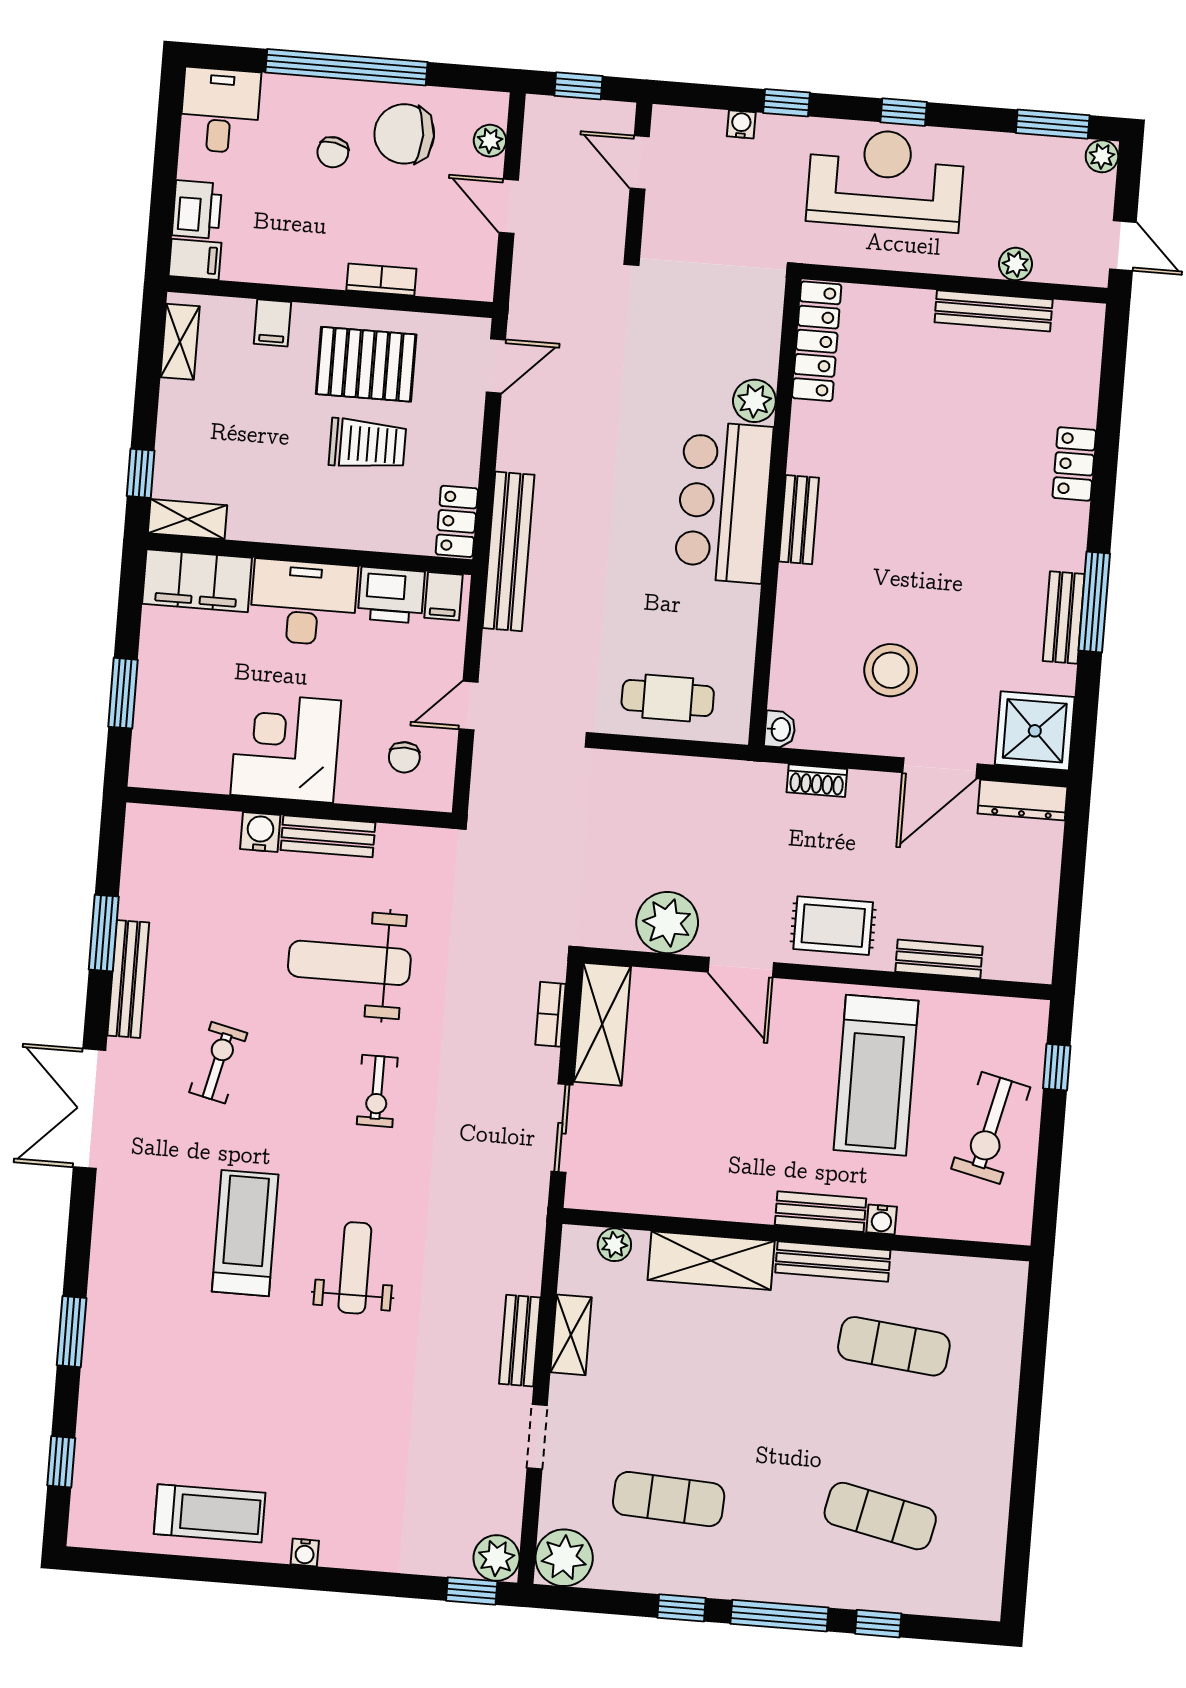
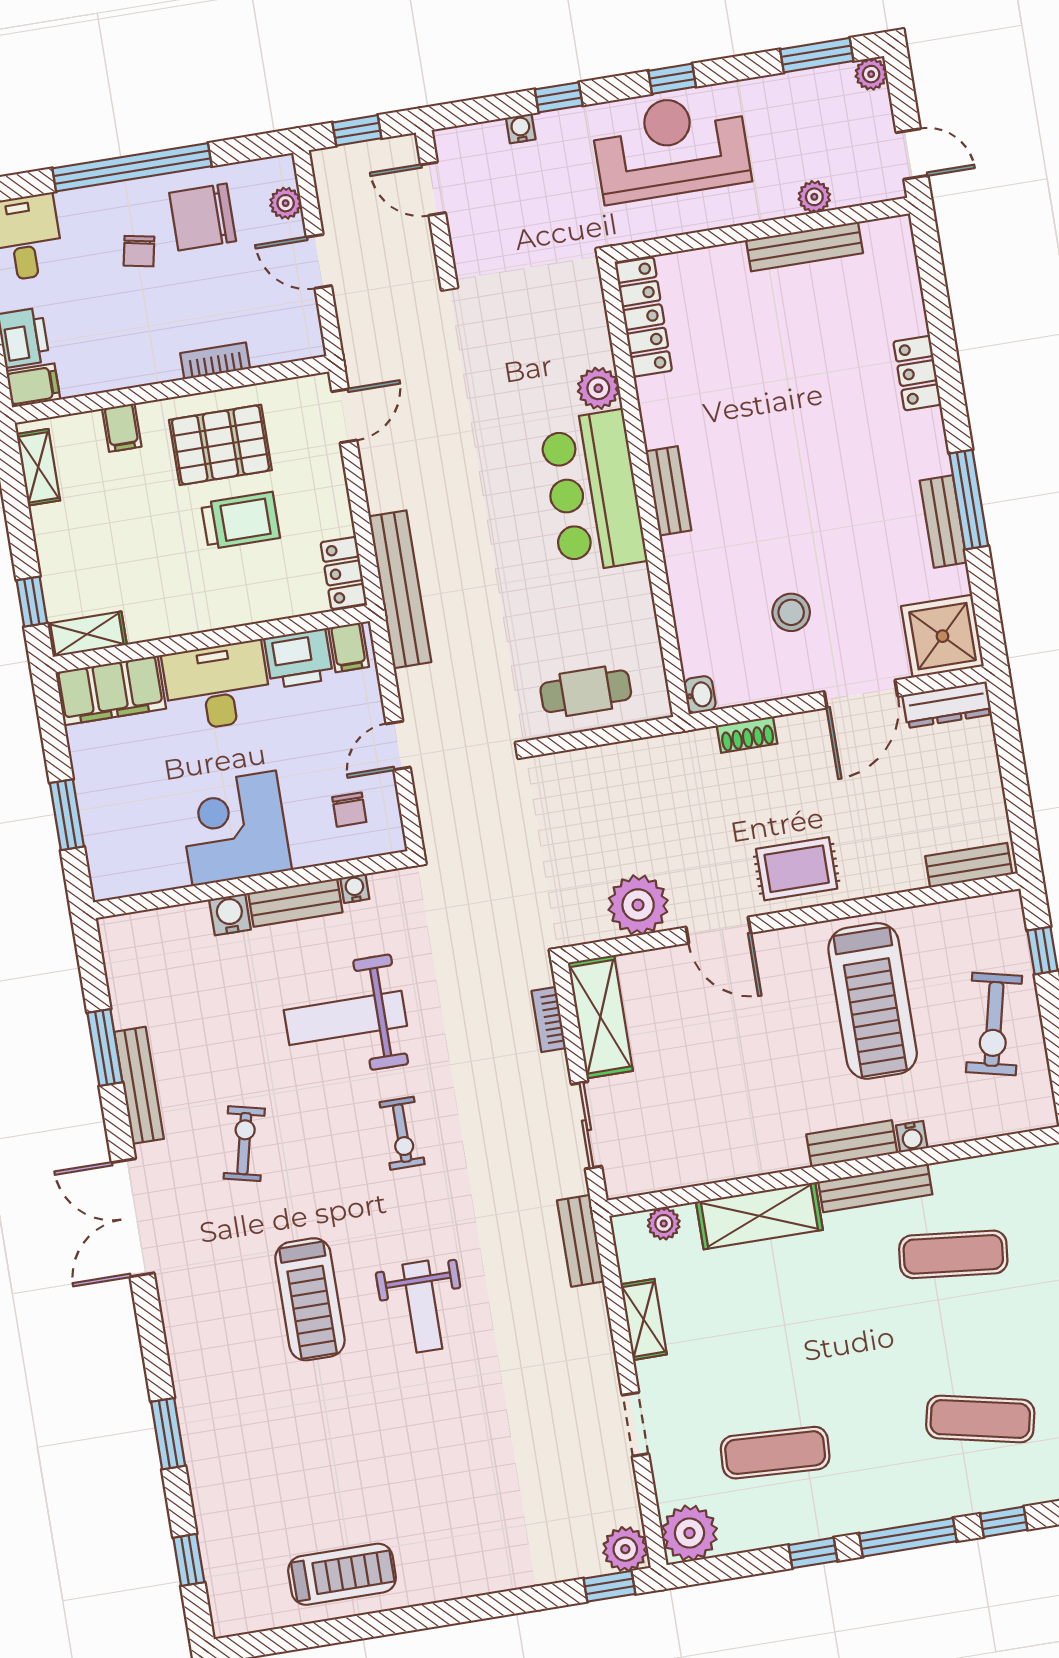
stool: (891, 670) -> (791, 612), width x0.73, depth x0.73
bench: (939, 959) -> (969, 865), moved
treadmill: (245, 1233) -> (310, 1299), turned 180
weight bench: (355, 1268) -> (422, 1307), turned 180
bench: (520, 1341) -> (581, 1241), moved
water cooler: (305, 1552) -> (355, 888), moved, turned 180

